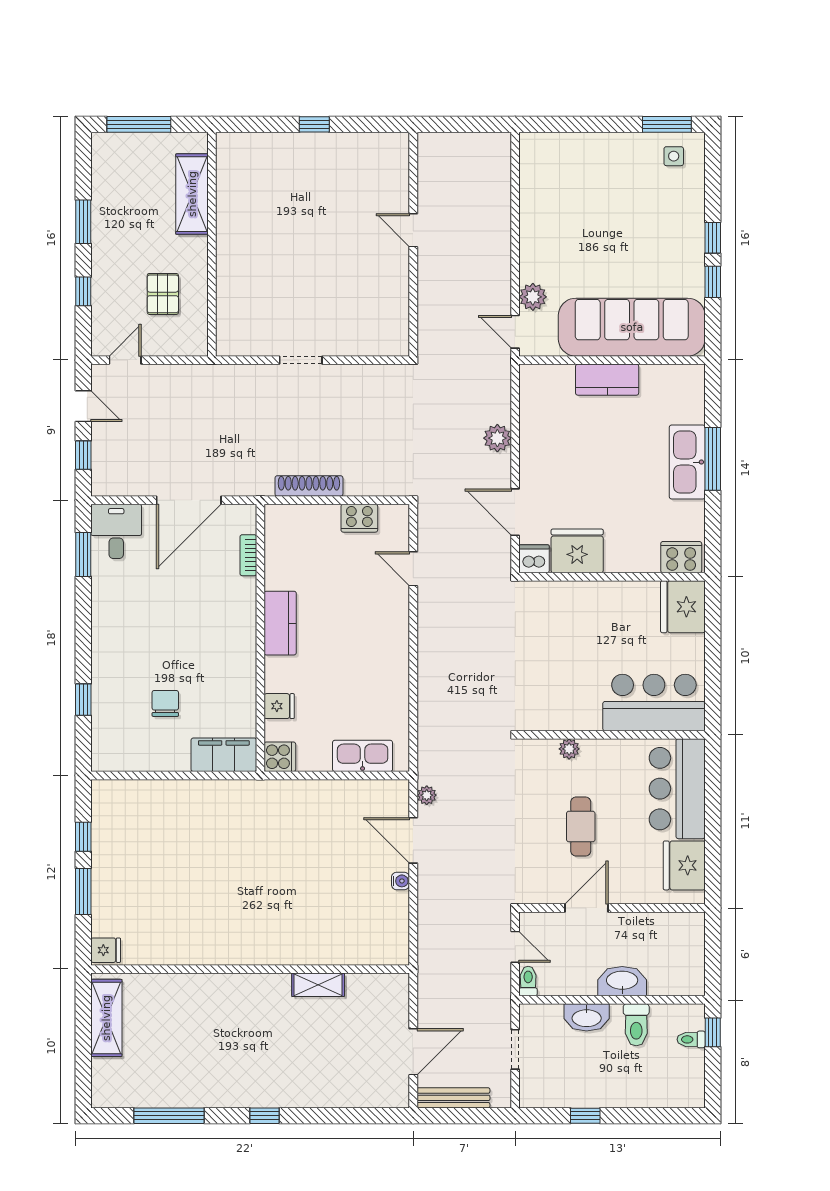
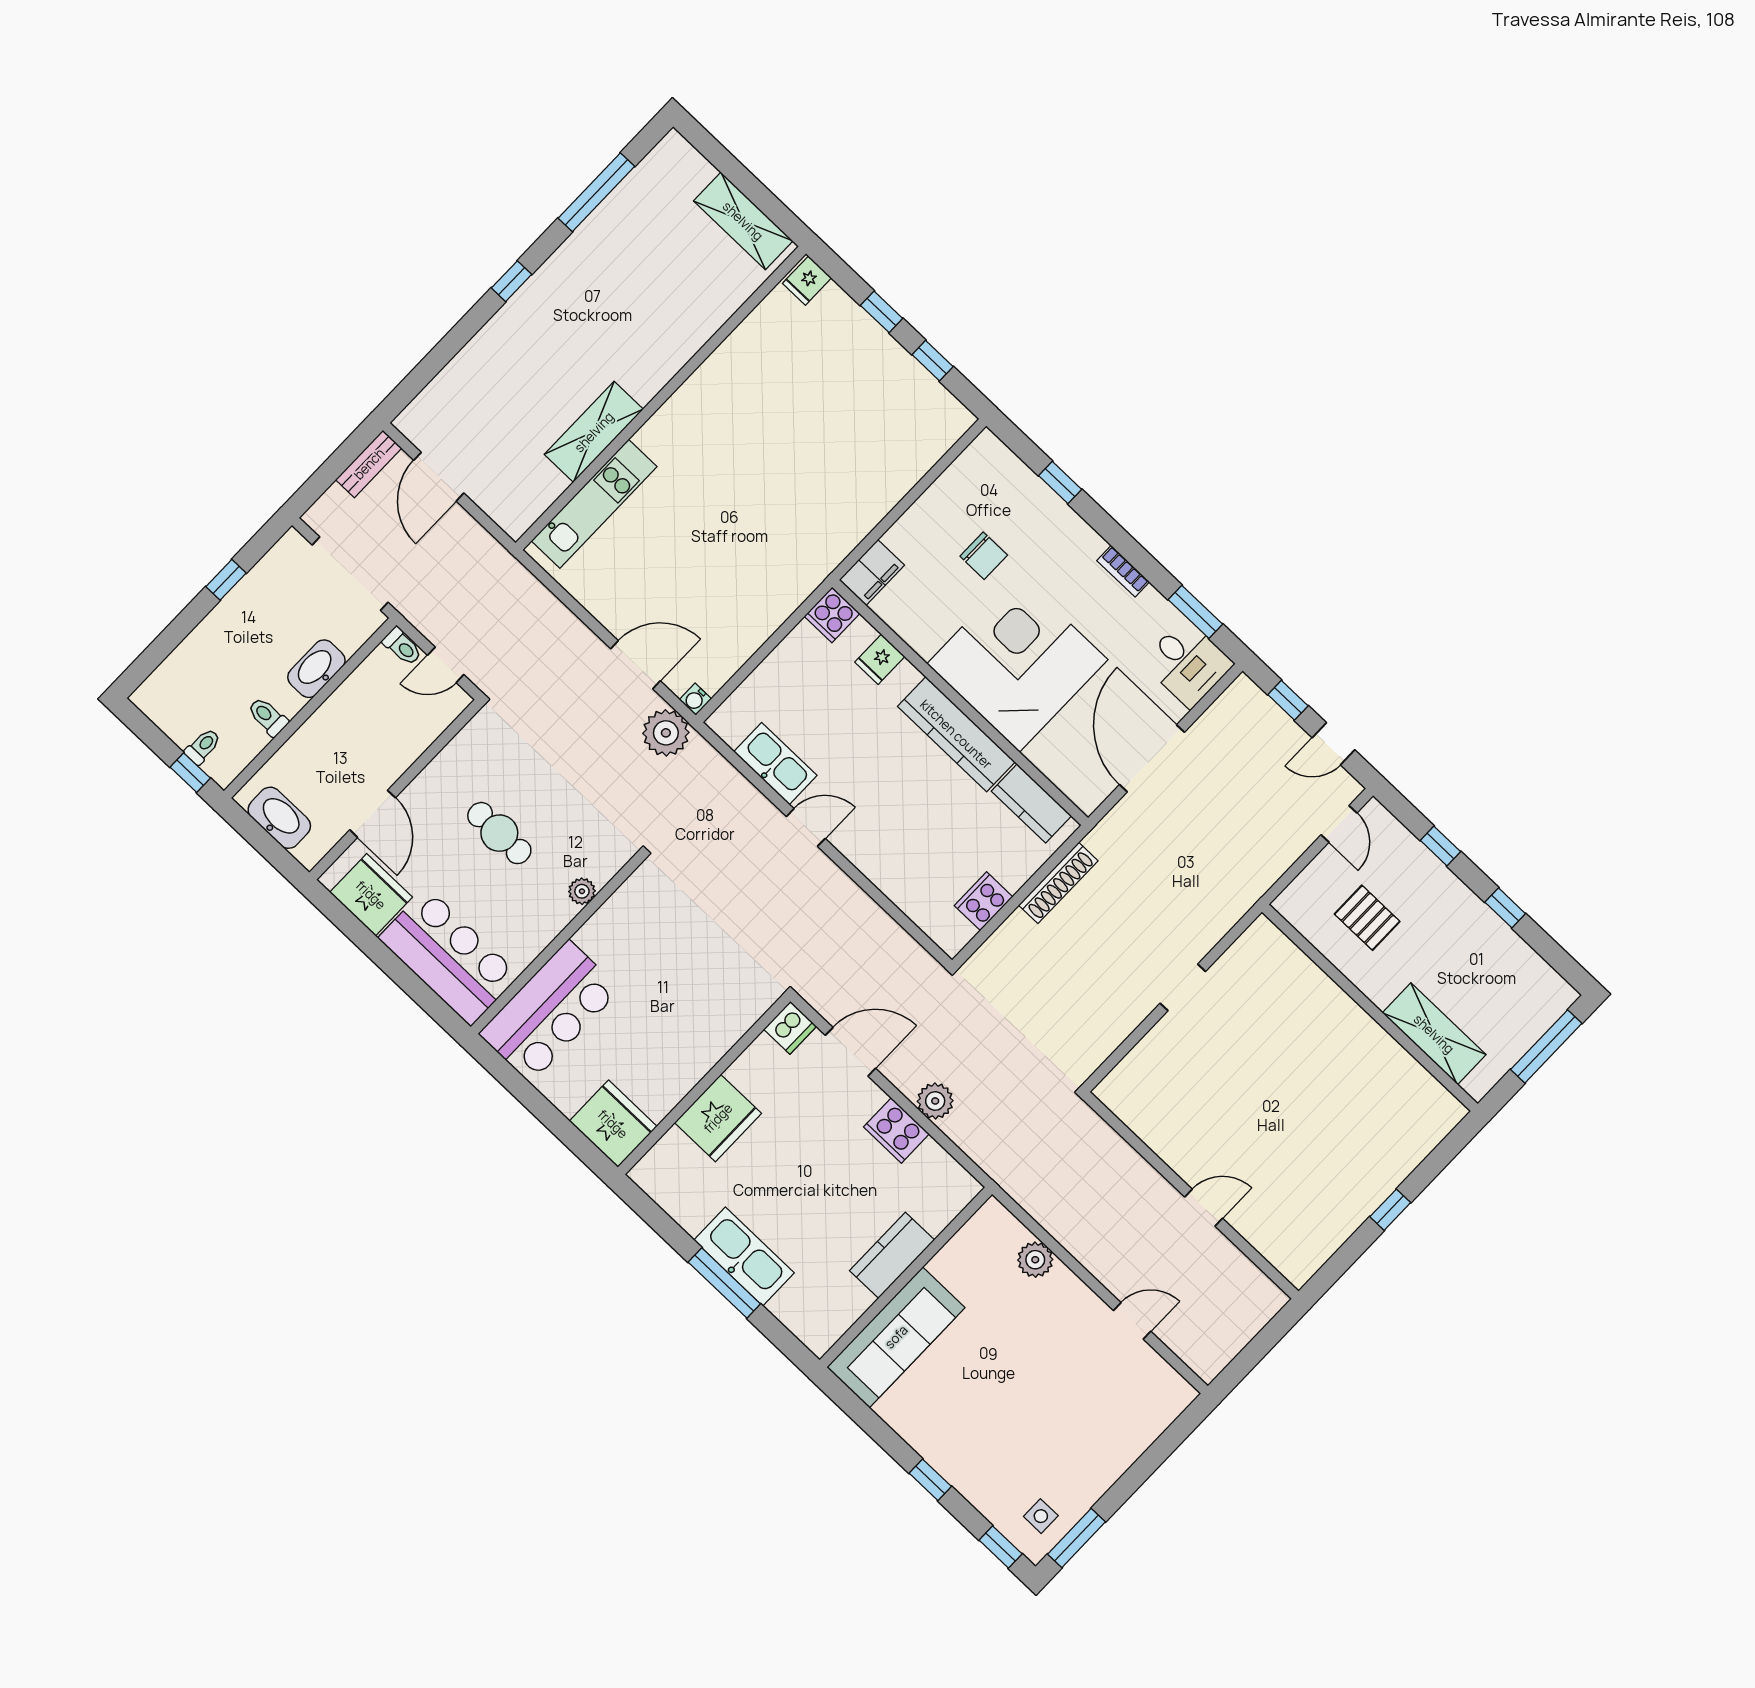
window: (83, 222) -> (1505, 908), width x0.67
window: (713, 282) -> (1001, 1547), moved
sofa: (632, 327) -> (896, 1337), width x0.74, depth x0.79
door: (515, 332) -> (1132, 1321), moved
kitchen counter: (279, 544) -> (1031, 803), added
fridge: (577, 551) -> (718, 1118), moved
bookcase: (248, 555) -> (1123, 571), moved, turned 180
cooker: (681, 557) -> (896, 1130), moved, turned 90
door: (413, 569) -> (806, 827), moved
kitchen counter: (280, 623) -> (956, 734), width x1.50
corner desk: (207, 628) -> (1017, 662), added
filing cabinet: (224, 755) -> (872, 573), width x0.67, depth x0.86
kitchen sink: (363, 756) -> (775, 764), moved, turned -90
plant: (427, 795) -> (666, 733), width x1.88, depth x1.88
water cooler: (400, 881) -> (695, 699), moved
window: (83, 891) -> (882, 312), width x0.67
door: (587, 908) -> (373, 814), moved
kitchen unit: (345, 950) -> (594, 504), added
washbasin: (622, 981) -> (279, 818), moved, turned -90
shelving: (318, 985) -> (594, 432), width x1.50, depth x1.33
toilet: (636, 1025) -> (268, 717), width x0.73, depth x0.72
doorway: (515, 1049) -> (350, 574), width x1.88
bench: (453, 1098) -> (369, 464), width x0.73

